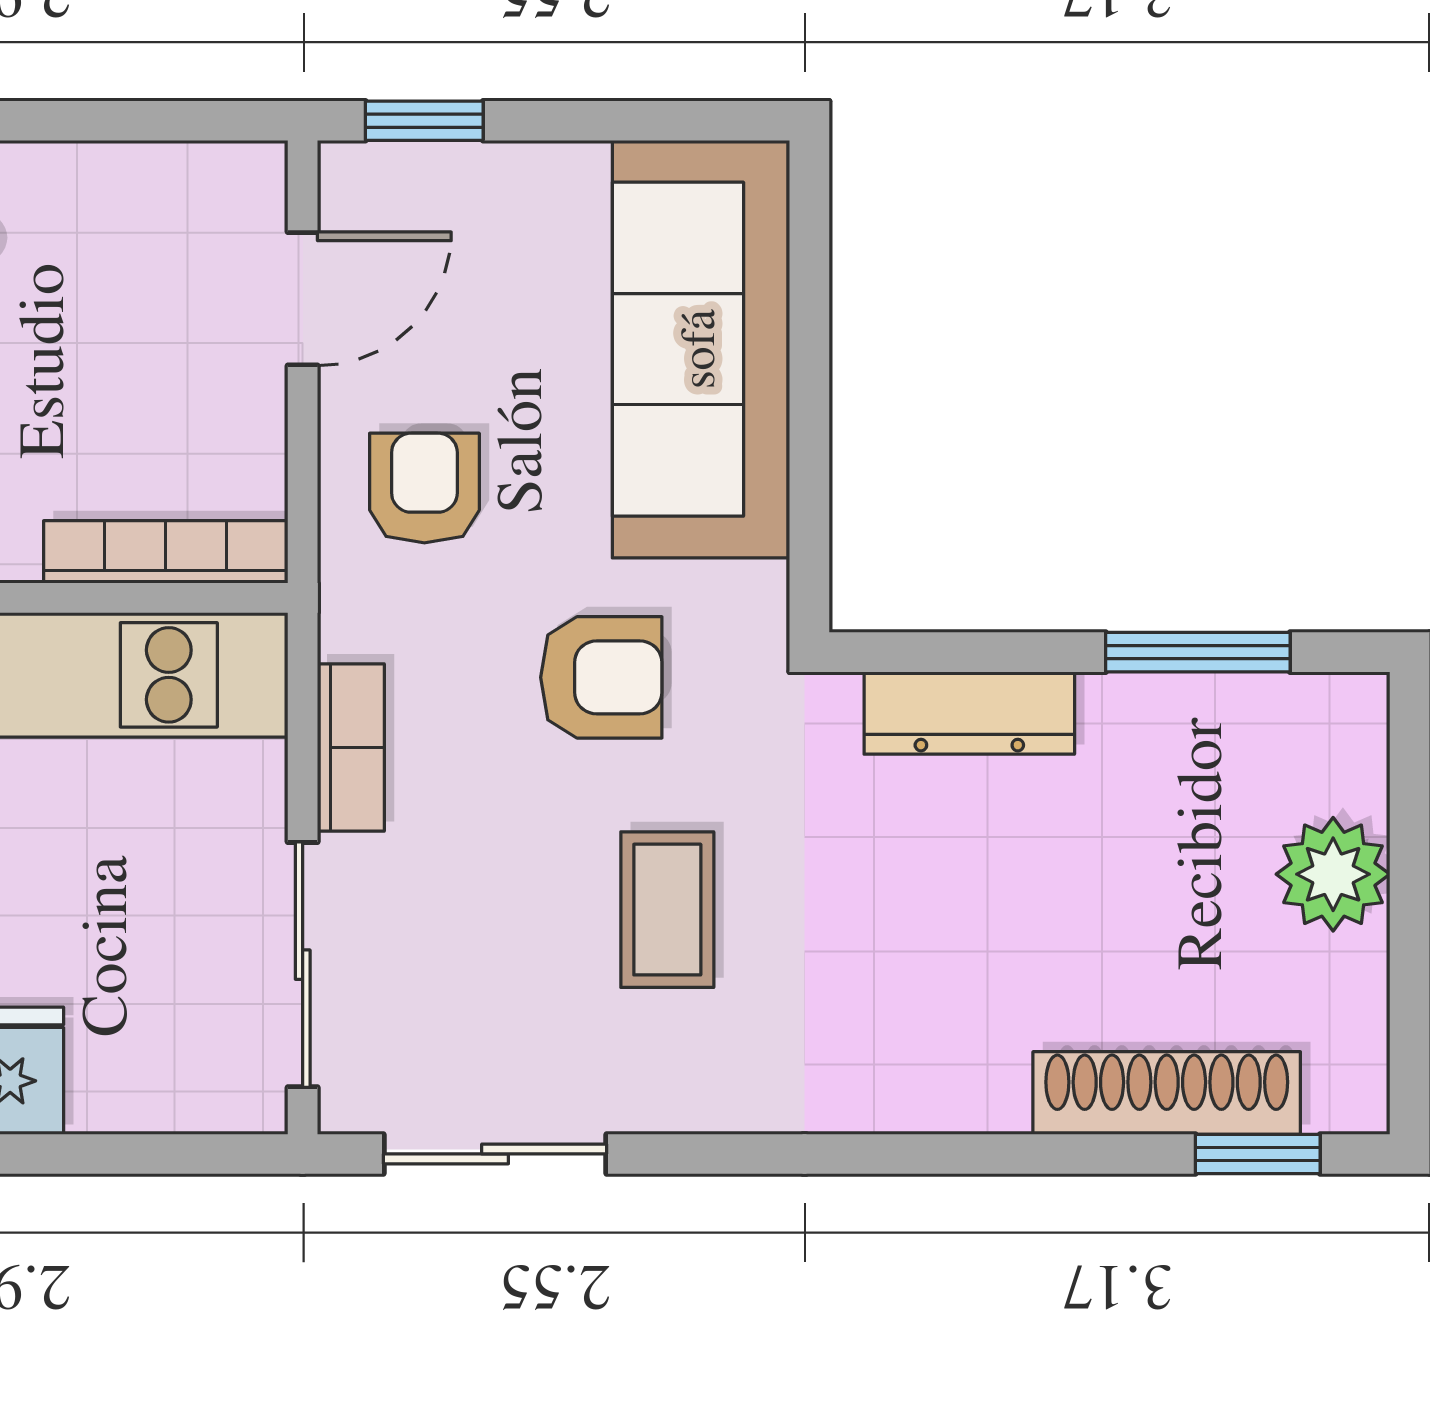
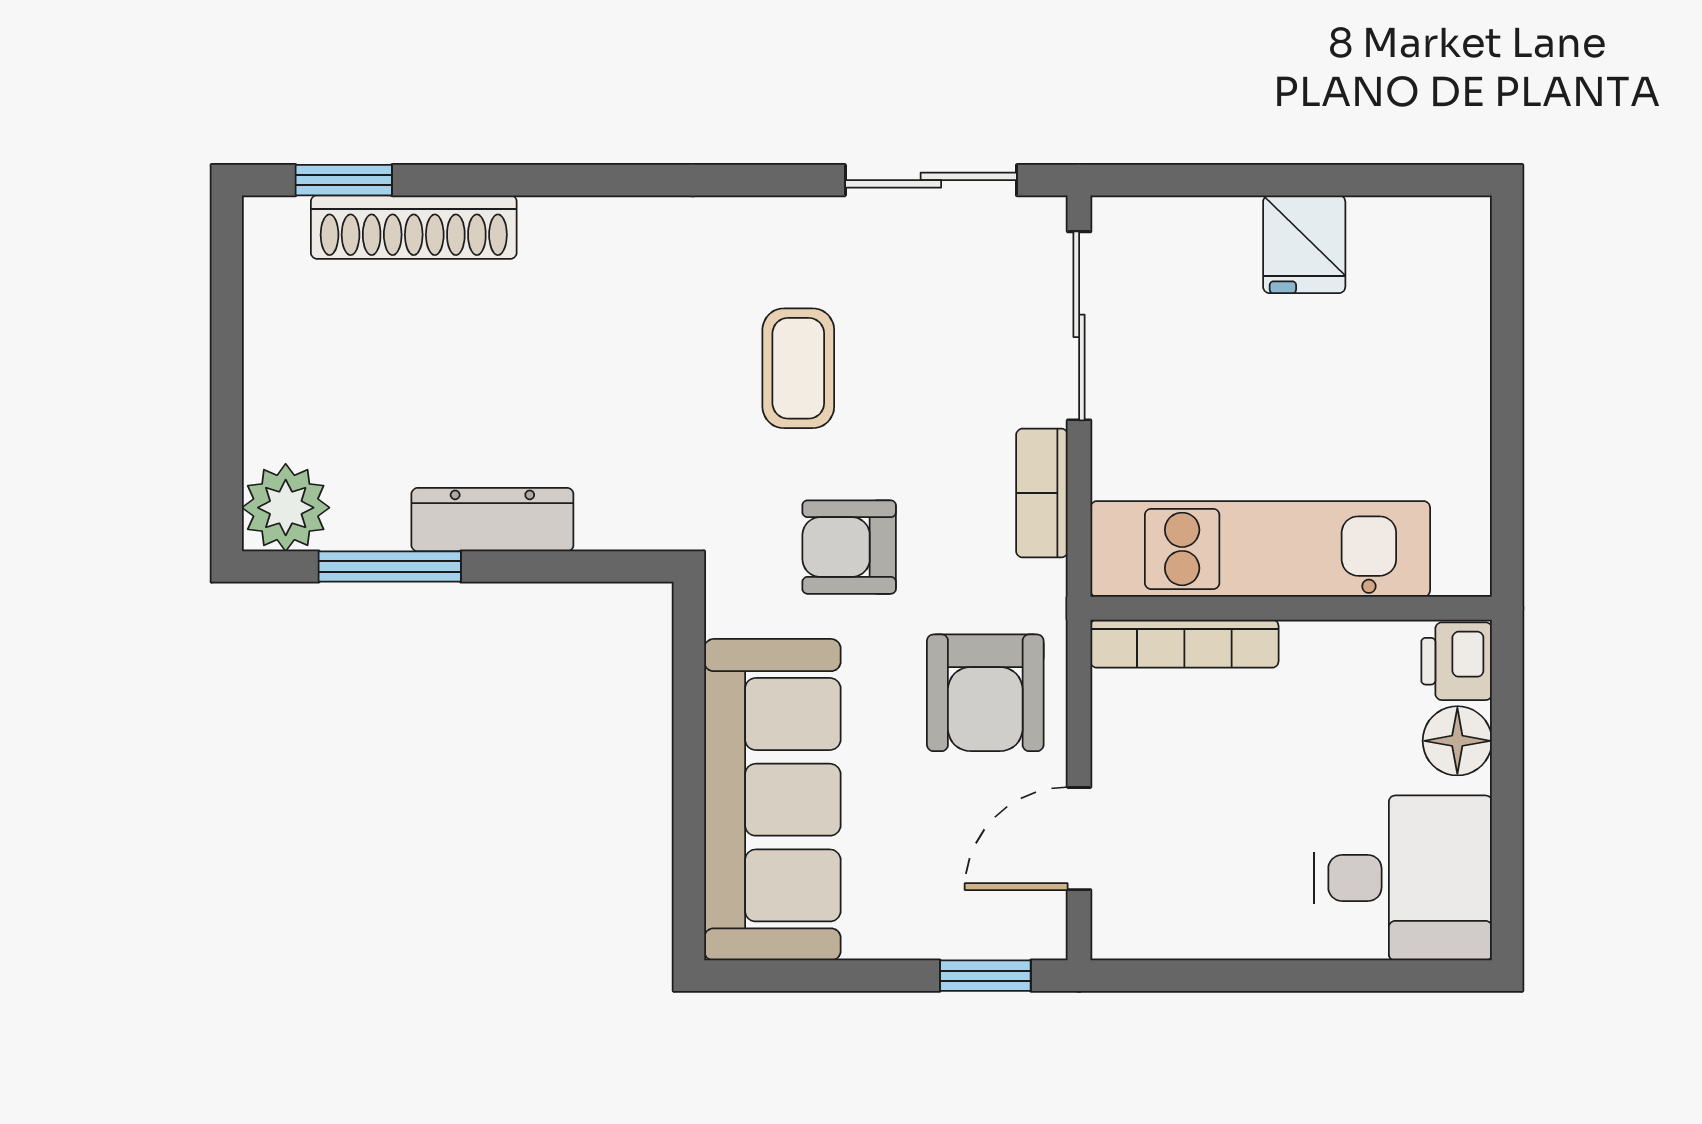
armchair: (424, 488) -> (985, 693), width x1.38, depth x1.38
dresser: (969, 713) -> (492, 520), moved
plant: (1333, 874) -> (286, 508), moved

